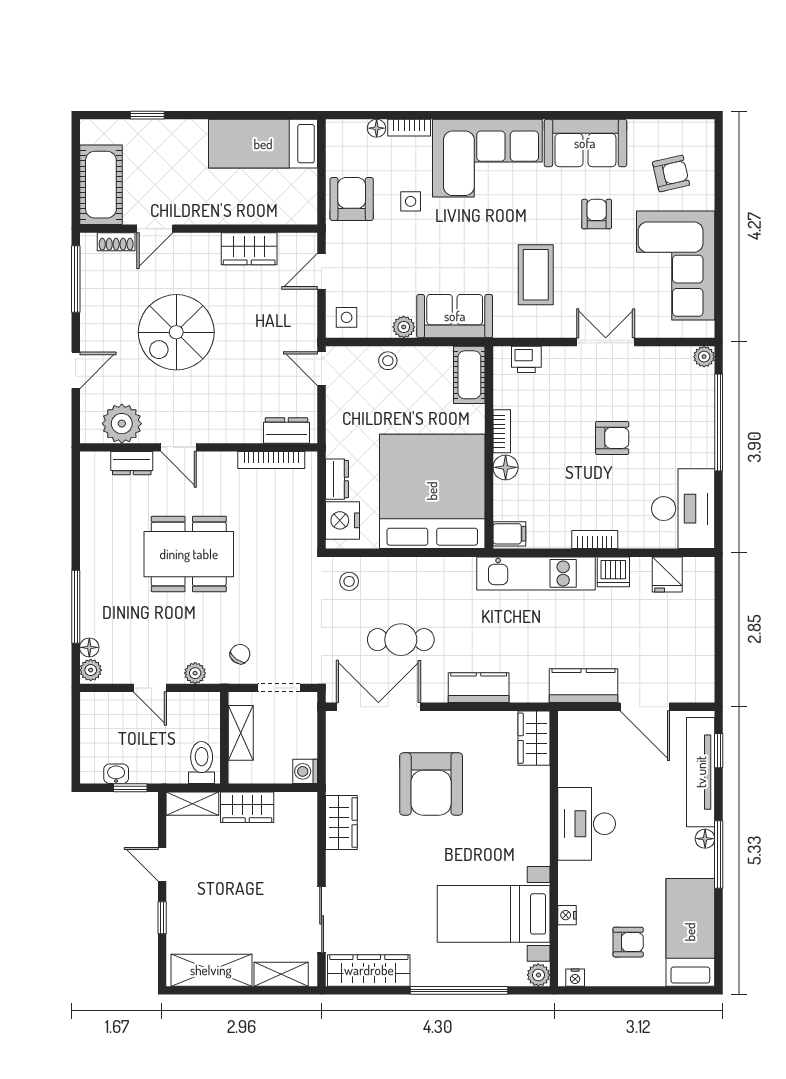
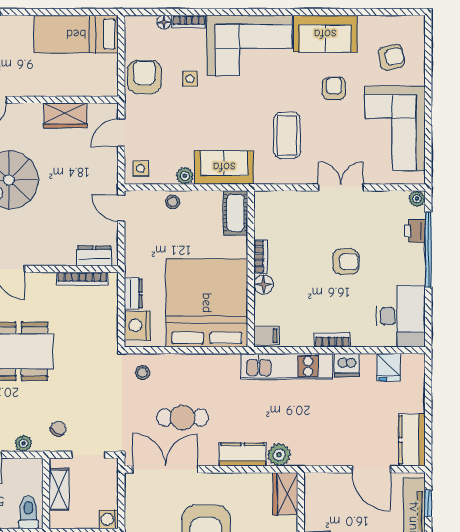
printer: (526, 359) -> (415, 231), moved, turned 90
kitchen counter: (584, 686) -> (412, 440), moved, turned -90
plant: (526, 688) -> (279, 455), added

